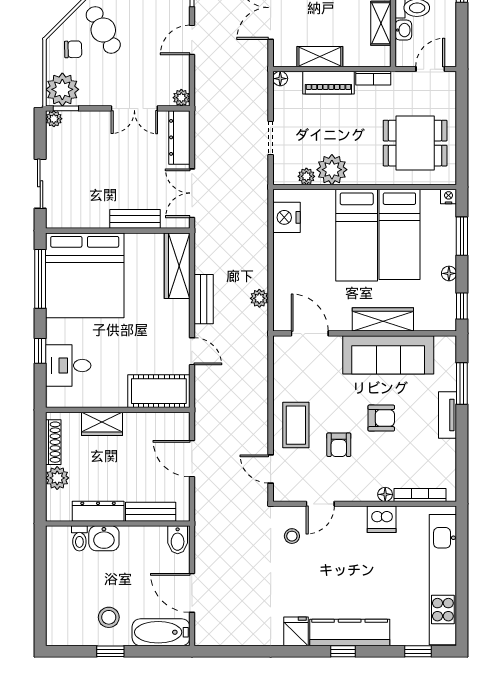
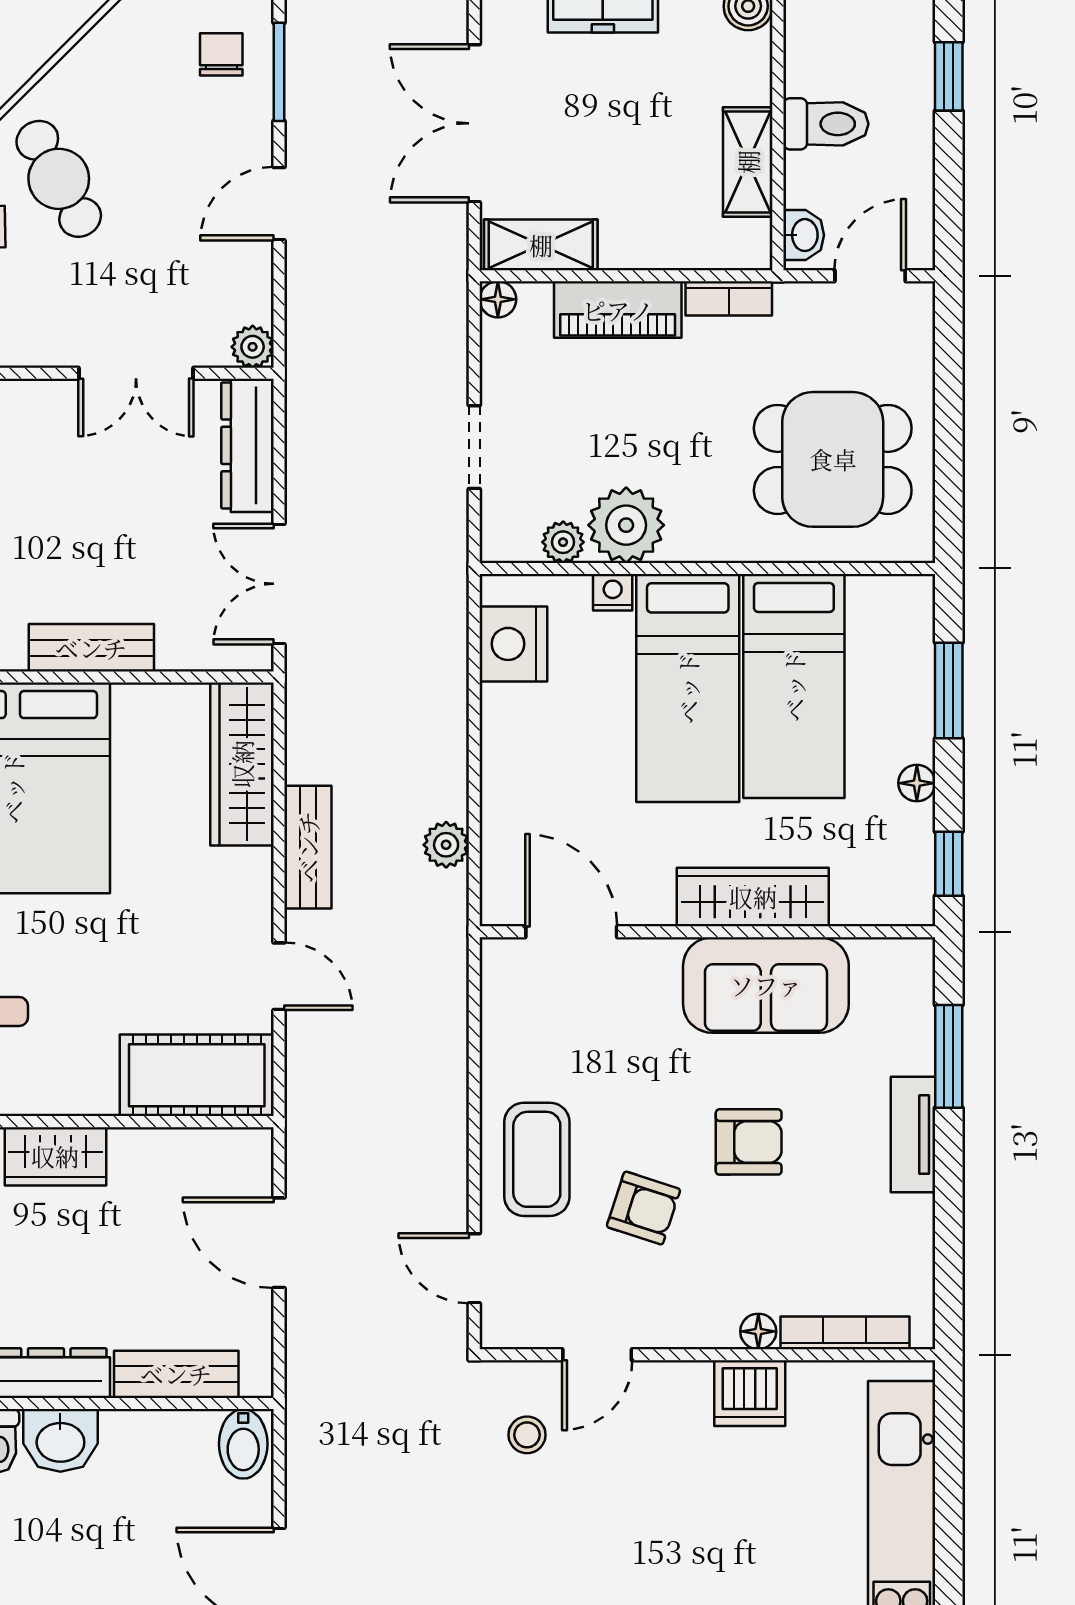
washbasin: (403, 30) -> (804, 235), moved
shelving: (320, 57) -> (541, 245), moved
nightstand: (449, 197) -> (613, 592), moved
bench: (135, 219) -> (91, 648), moved
sofa: (388, 355) -> (766, 985), width x0.73
armchair: (339, 445) -> (643, 1208), turned -72

